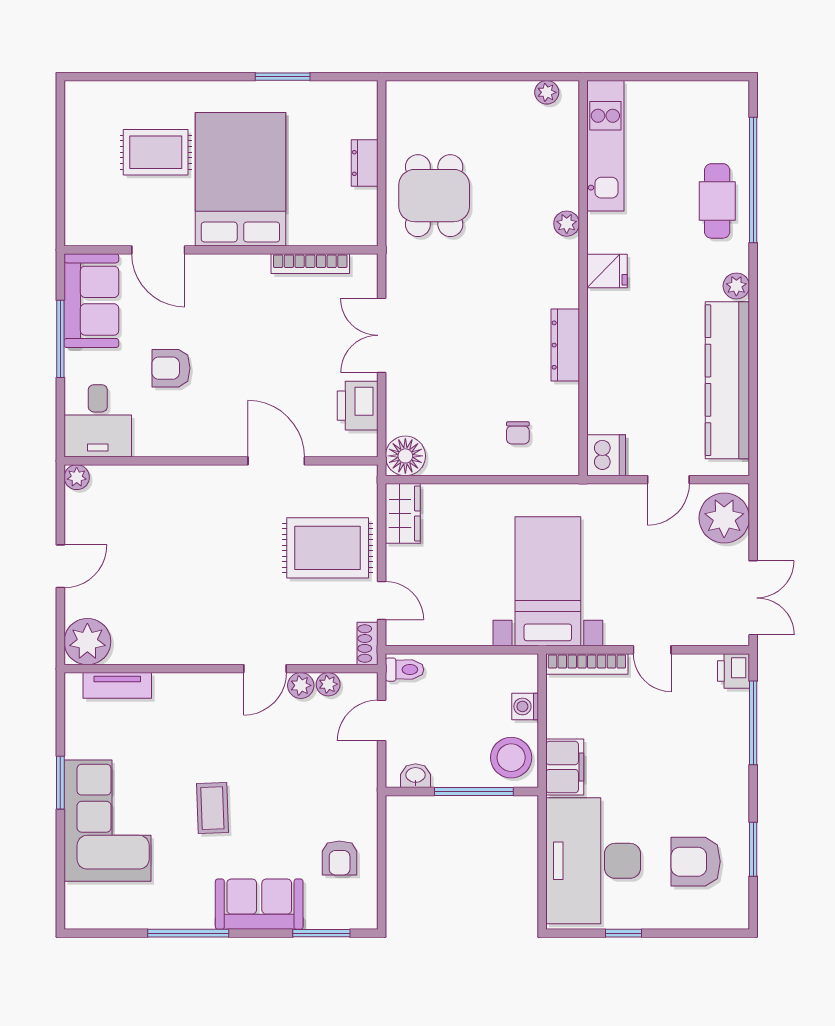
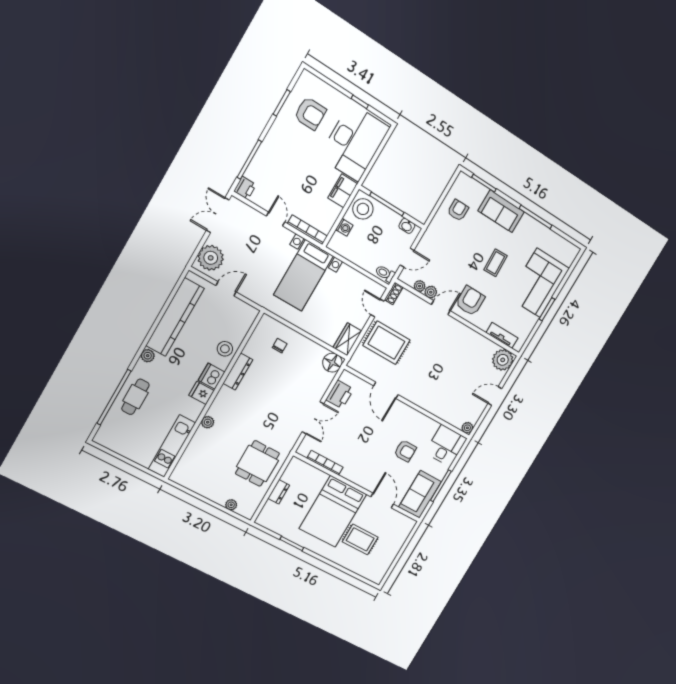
plant: (547, 92) -> (231, 505), moved
stool: (611, 373) -> (225, 349), added
dishwasher: (606, 455) -> (212, 376), moved
armchair: (218, 713) -> (470, 301), added

